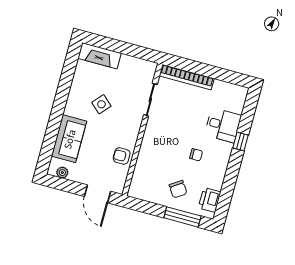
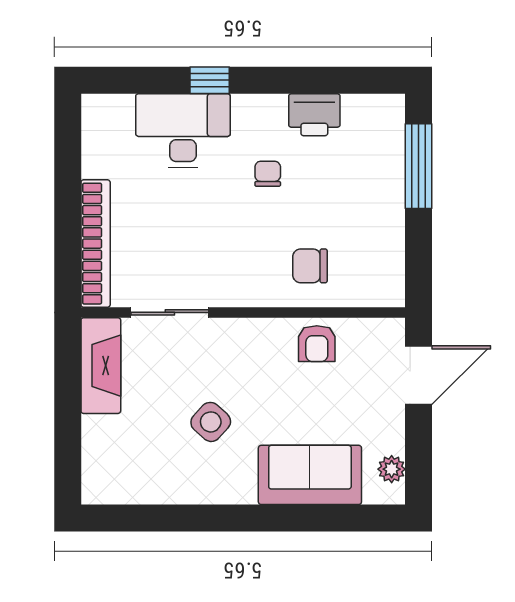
fireplace: (99, 56) -> (101, 366), moved
desk: (223, 125) -> (183, 131), width x1.37
chair: (178, 189) -> (310, 266), moved, turned -146
printer: (210, 200) -> (314, 115), moved

